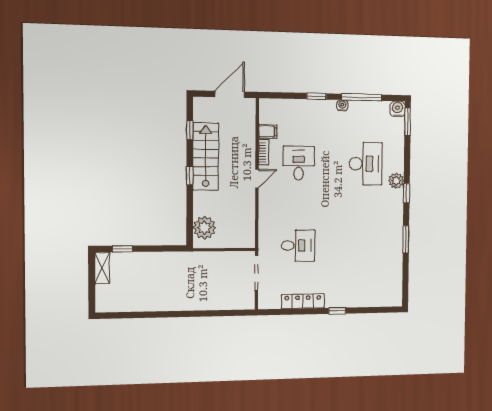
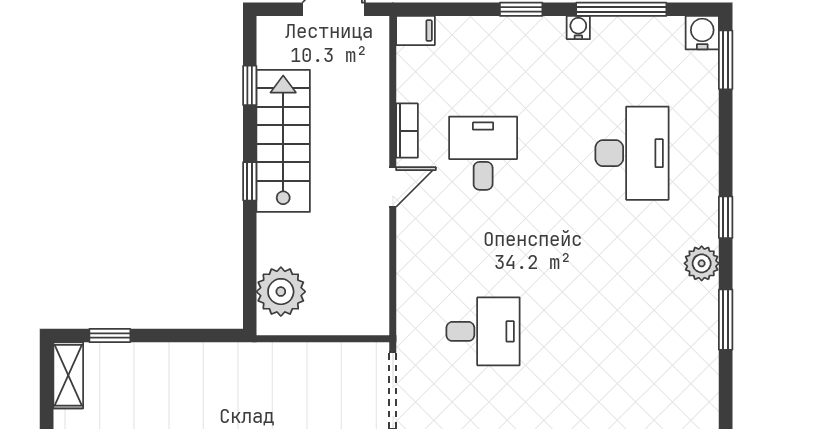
filing cabinet: (268, 131) -> (415, 31), moved
plant: (396, 181) -> (702, 263), moved

